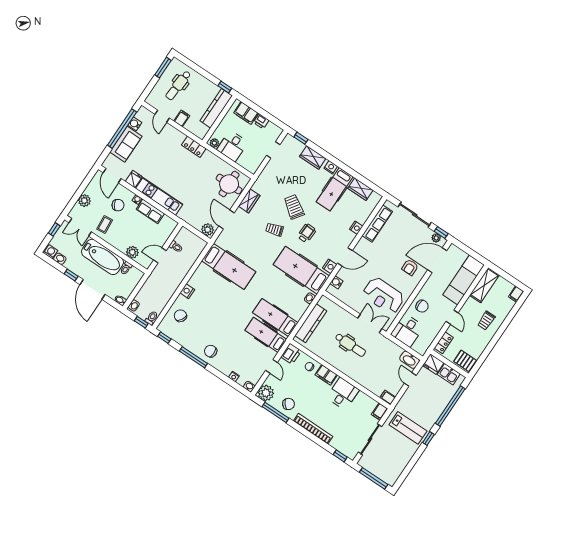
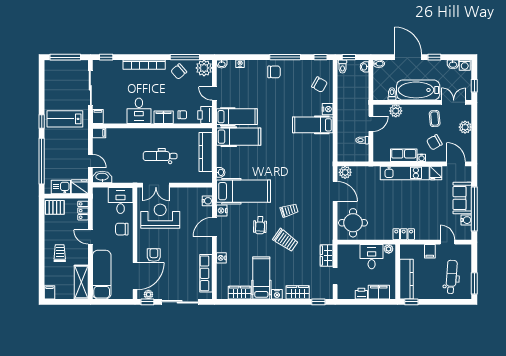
wardrobe: (249, 201) -> (327, 256), moved
hospital bed: (229, 266) -> (313, 125), moved, width x0.73, depth x0.78

